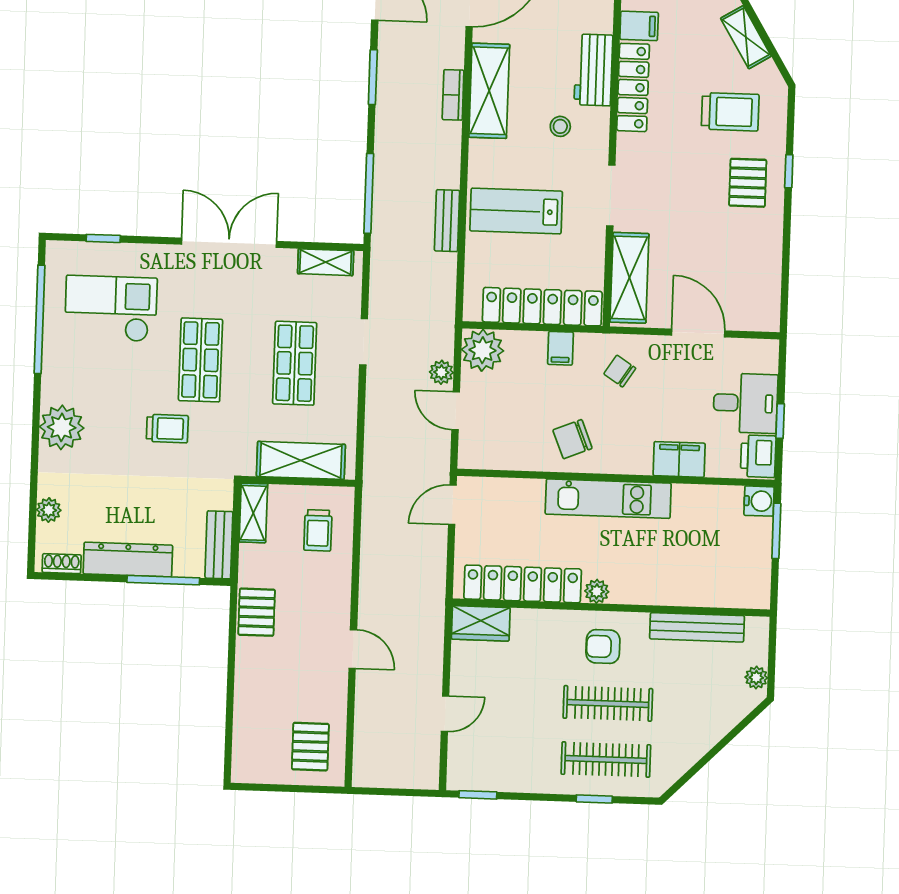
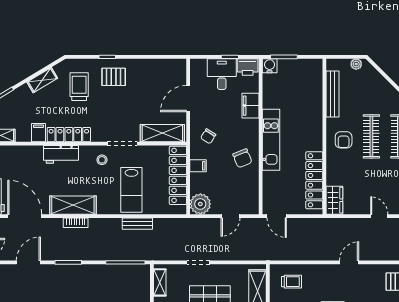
stool: (560, 126) -> (102, 160), moved
plant: (441, 372) -> (212, 224), removed
plant: (597, 591) -> (317, 144), removed

